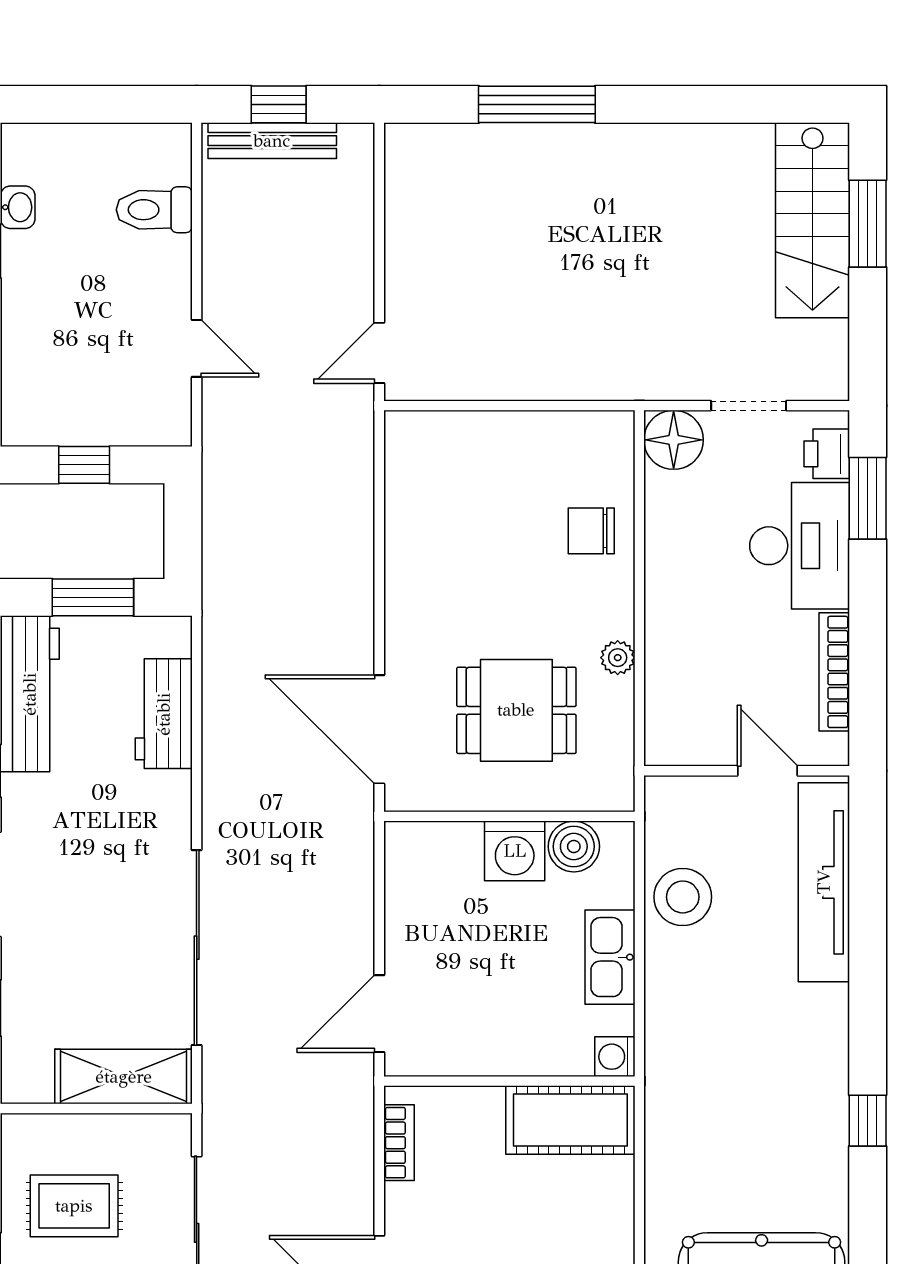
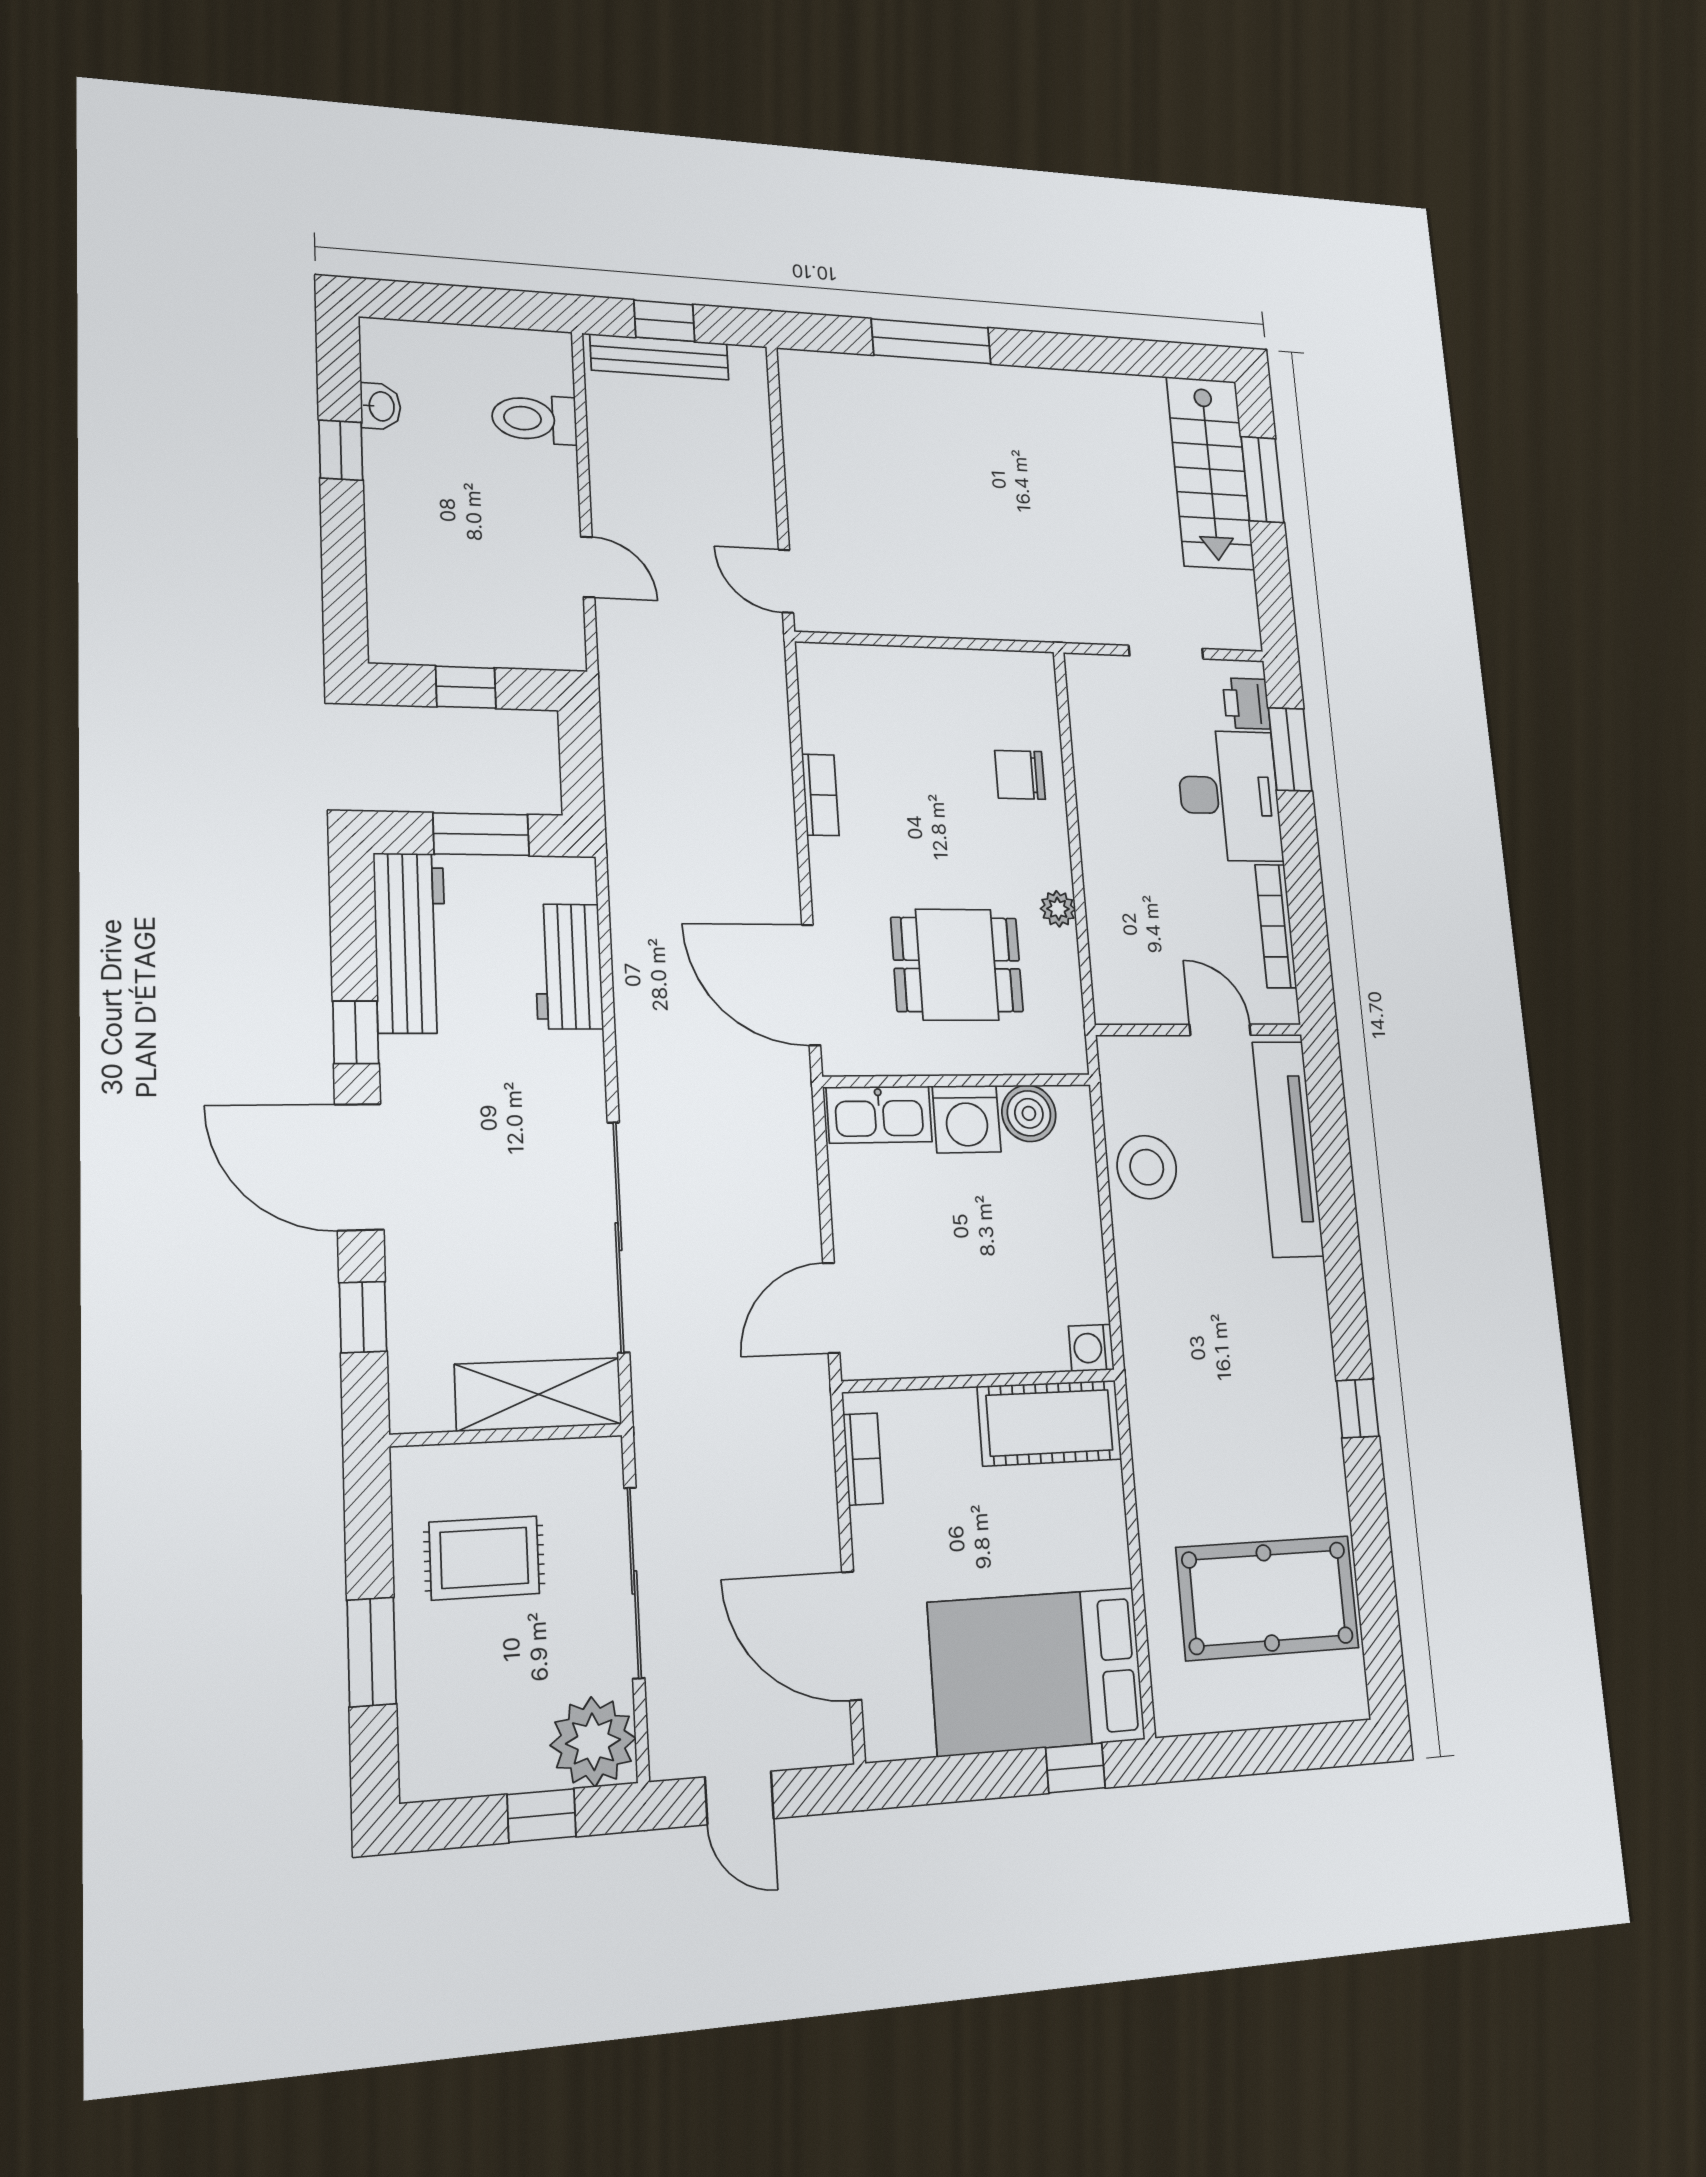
door: (379, 353) -> (786, 581), hinge flipped
floor lamp: (674, 440) -> (1095, 684), removed
bookcase: (399, 555) -> (820, 795), added
kitchen sink: (610, 957) -> (879, 1114), moved, turned -90

